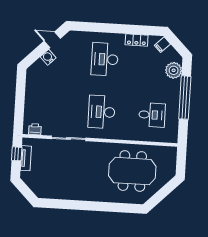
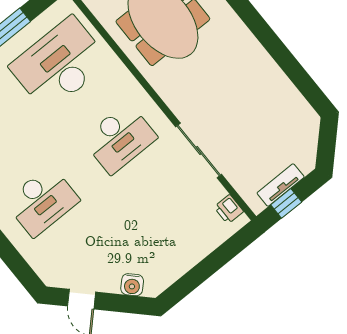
water cooler: (48, 57) -> (132, 285), moved
desk: (152, 115) -> (60, 64), width x1.87, depth x1.30

